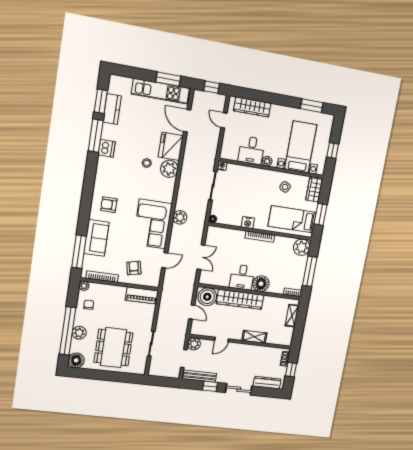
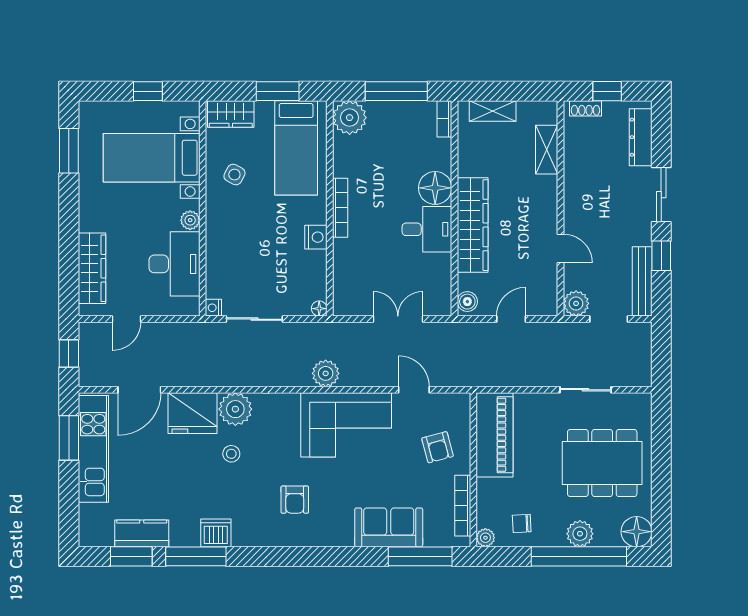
desk: (251, 150) -> (174, 264), width x1.37
armchair: (109, 205) -> (295, 500), moved
armchair: (134, 268) -> (438, 447), turned -93
piano: (142, 295) -> (495, 435), width x1.37, depth x1.33
boiler: (207, 297) -> (467, 302), width x0.54, depth x0.54
shelving: (254, 337) -> (547, 150), moved

